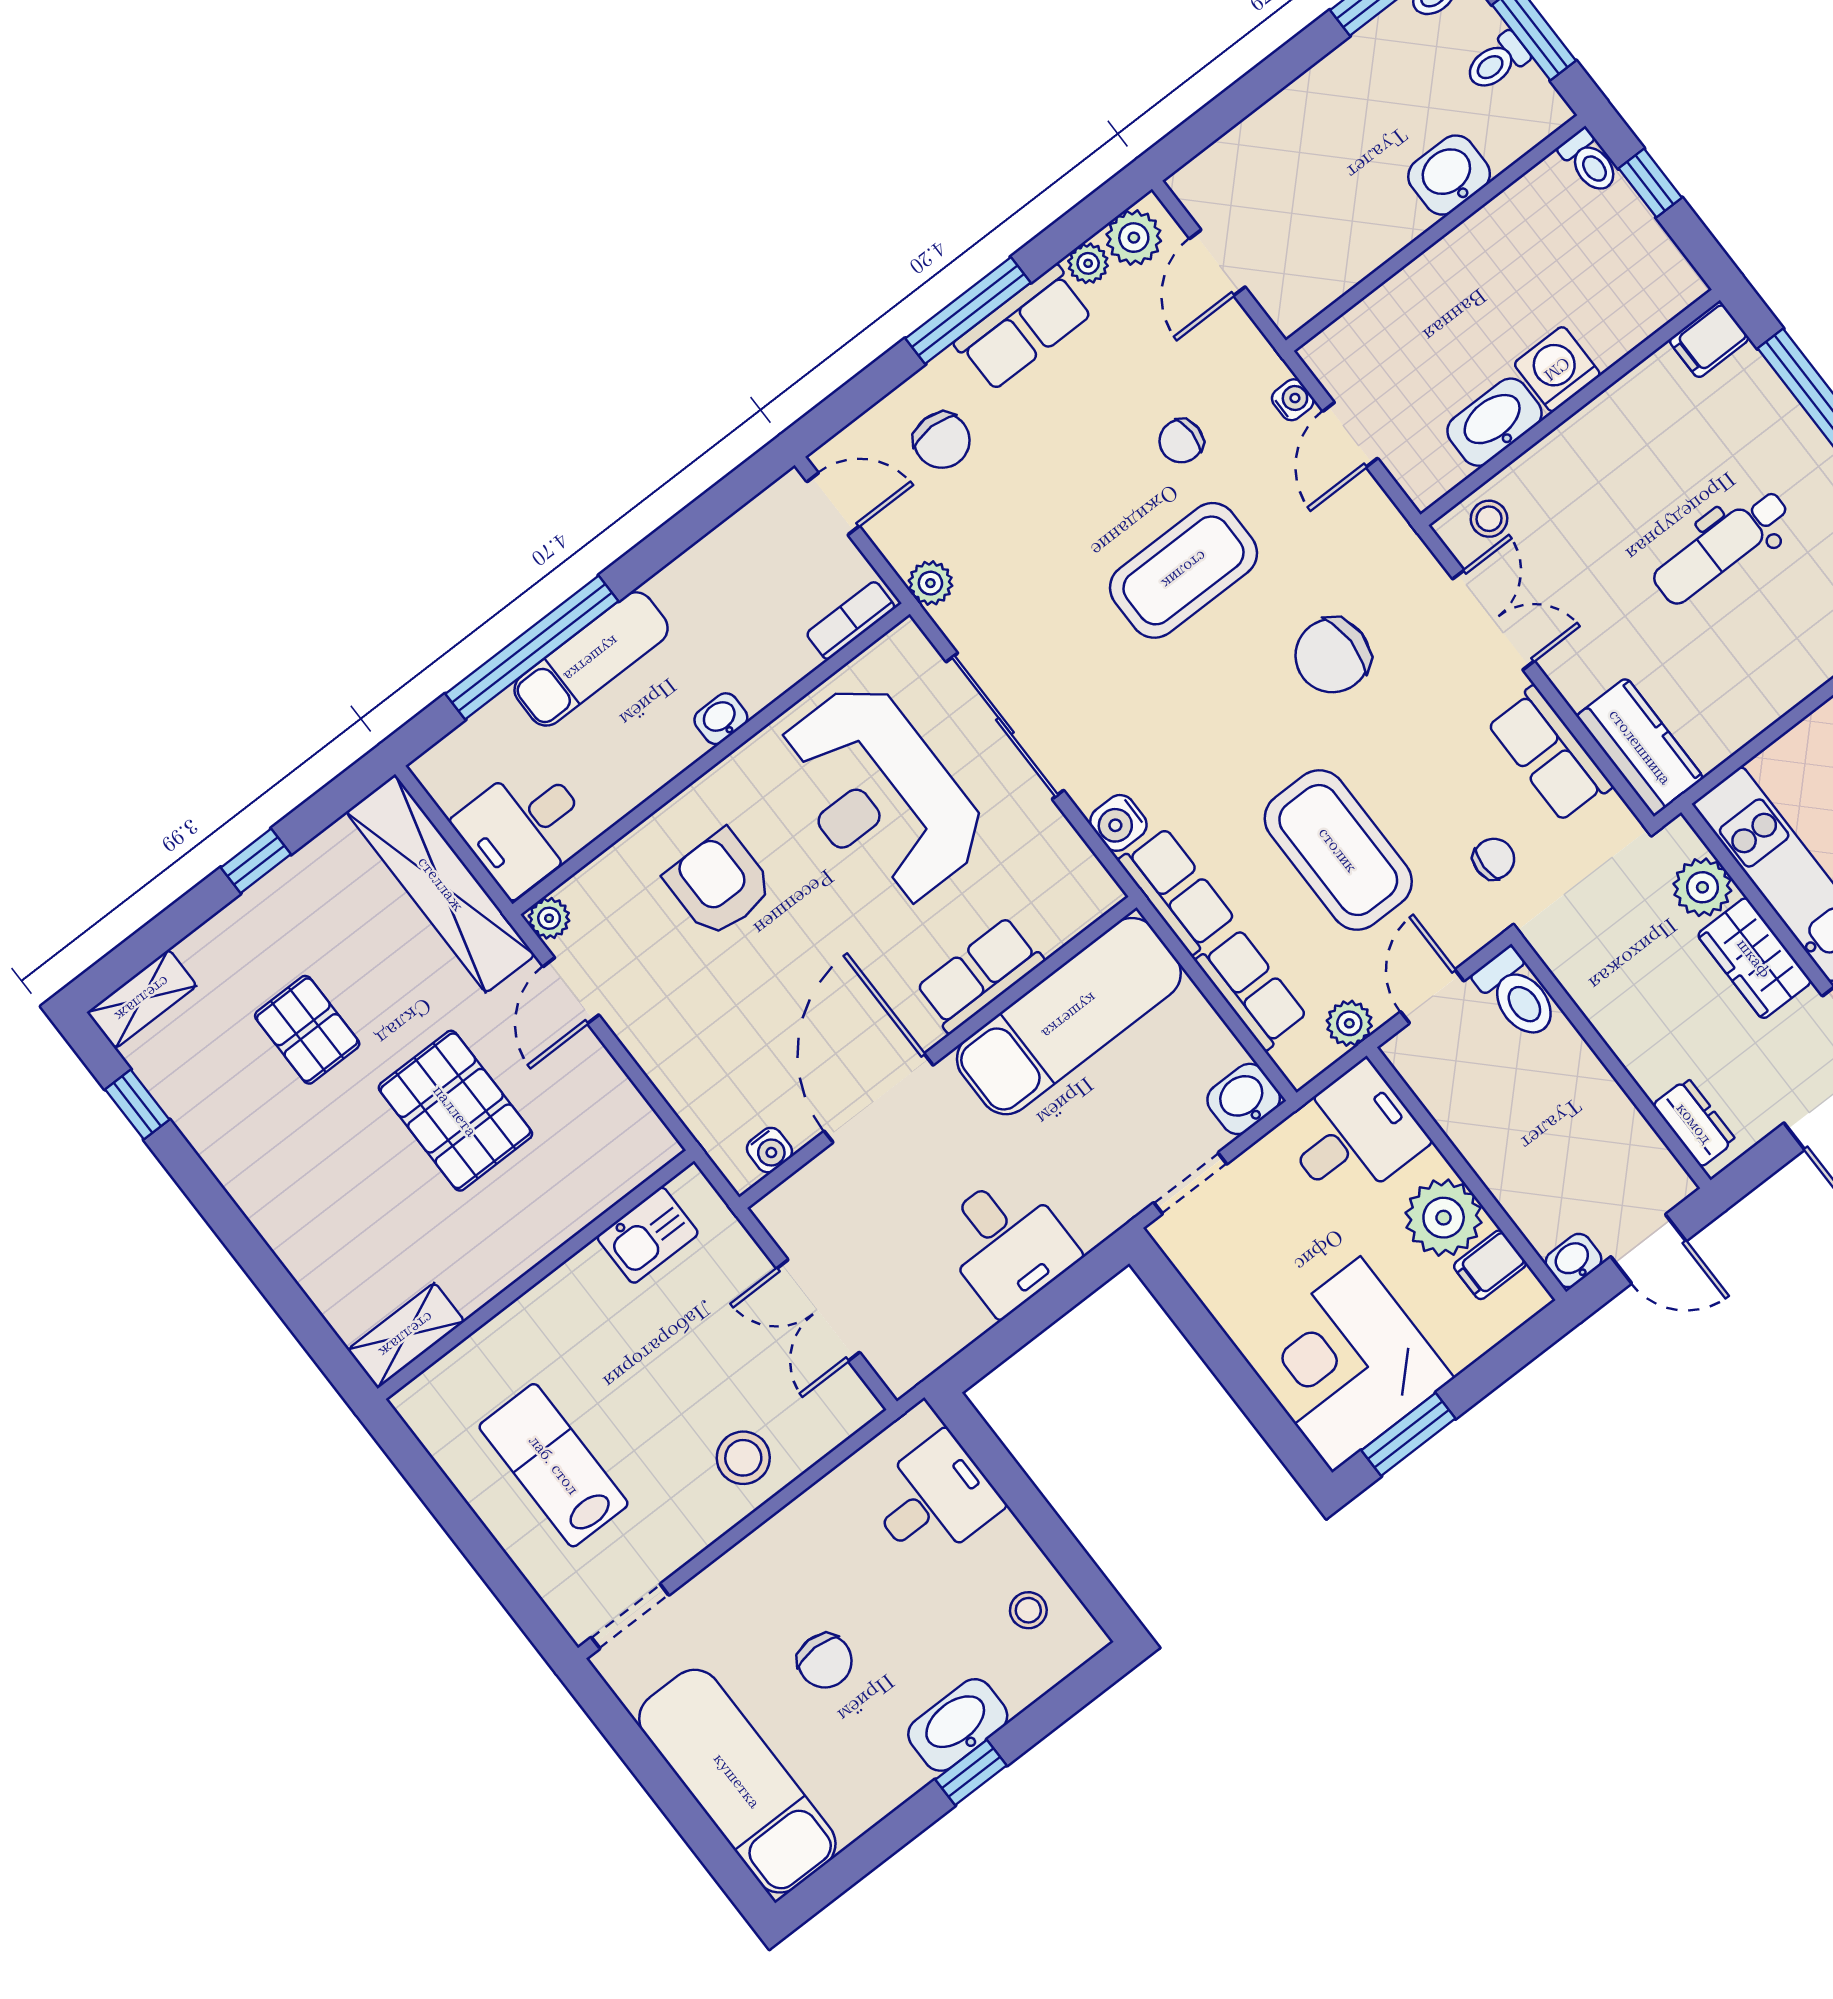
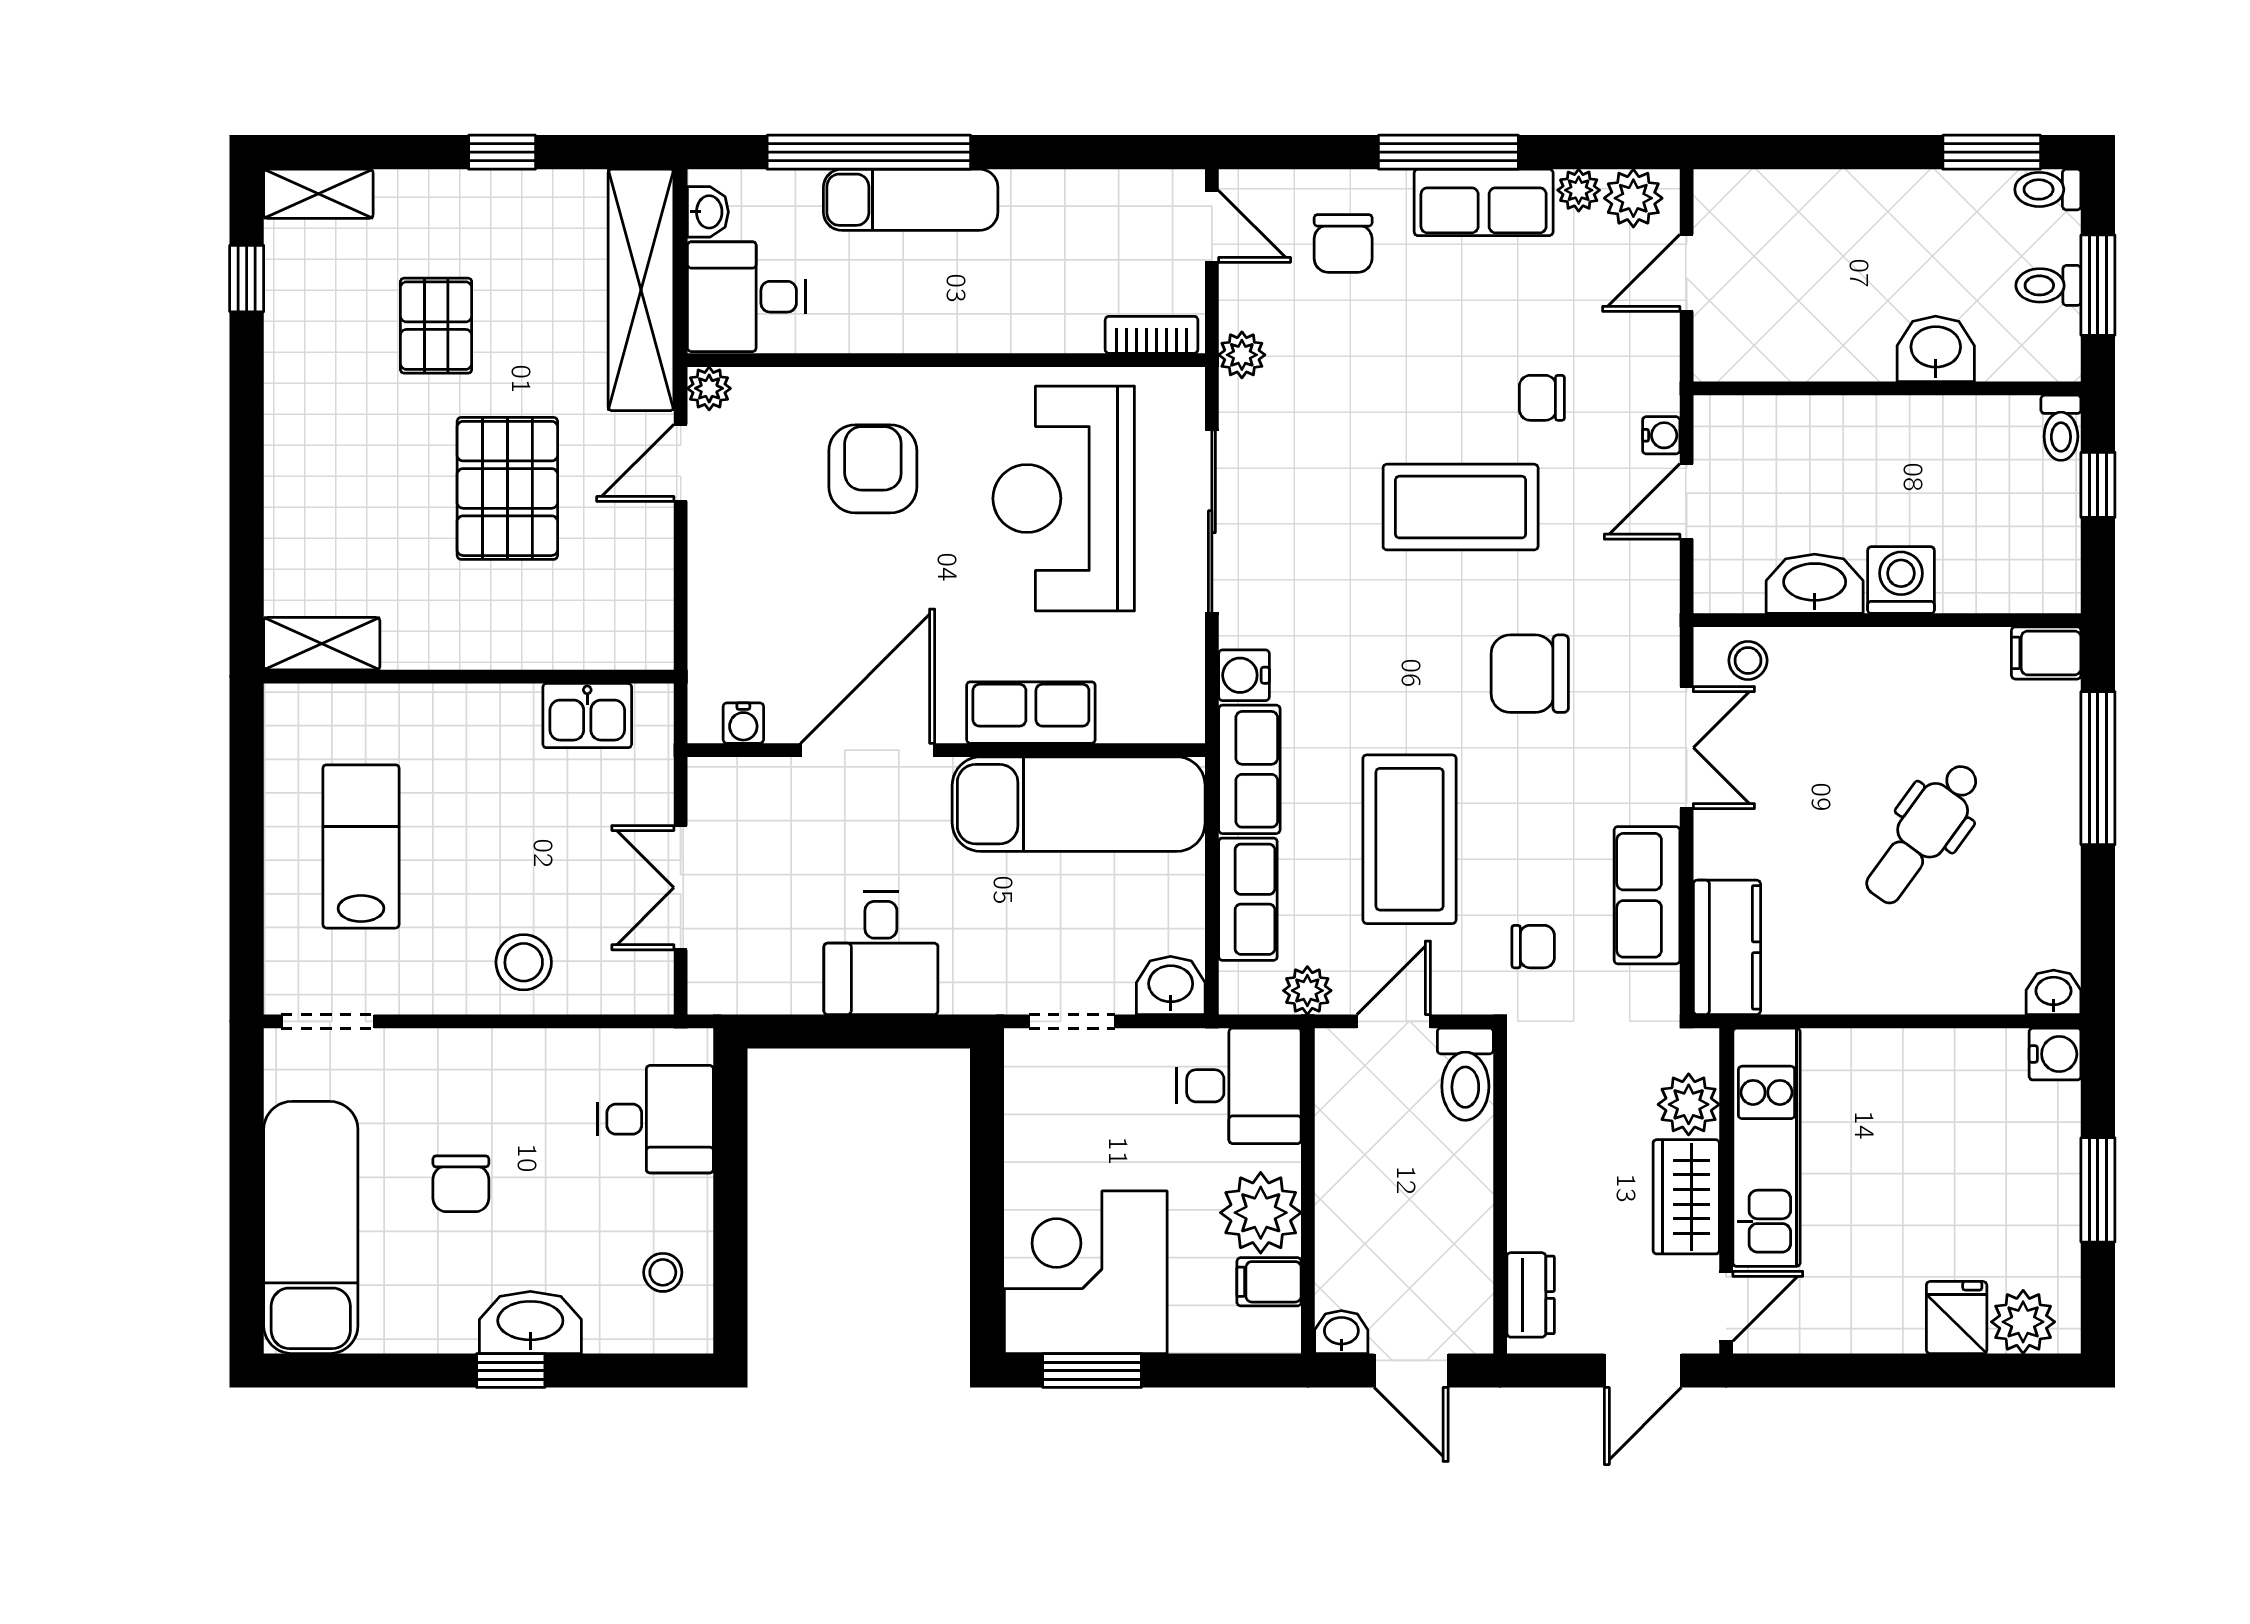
dental chair: (1721, 547) -> (1923, 833), turned -54
washbasin: (721, 719) -> (708, 212), moved, turned 90

